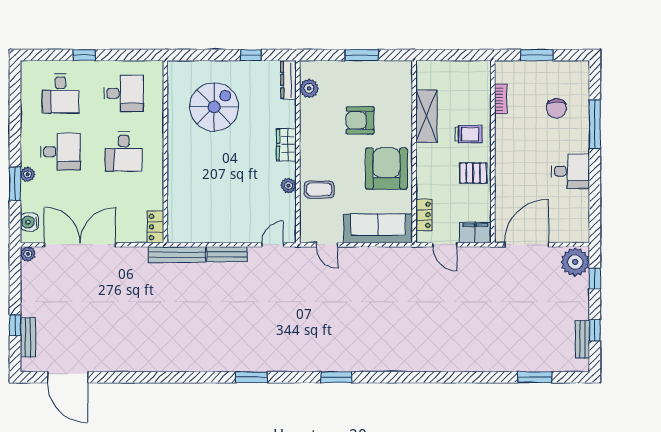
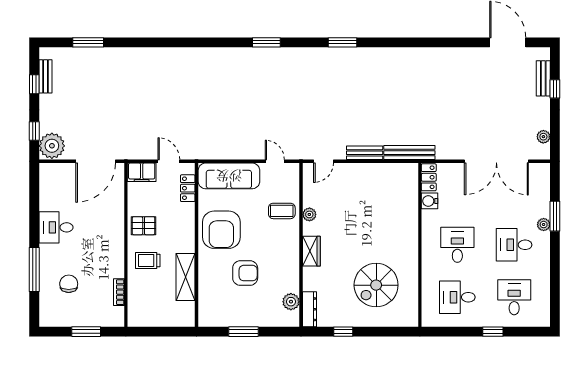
water cooler: (29, 222) -> (430, 201), moved, turned 180
plant: (28, 254) -> (543, 137), moved

